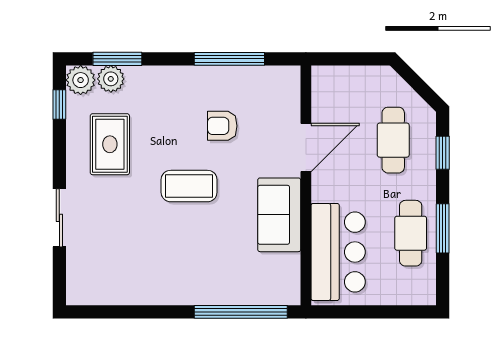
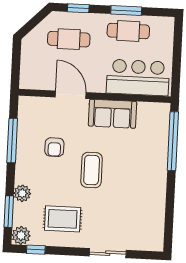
plant: (111, 79) -> (22, 193), moved

